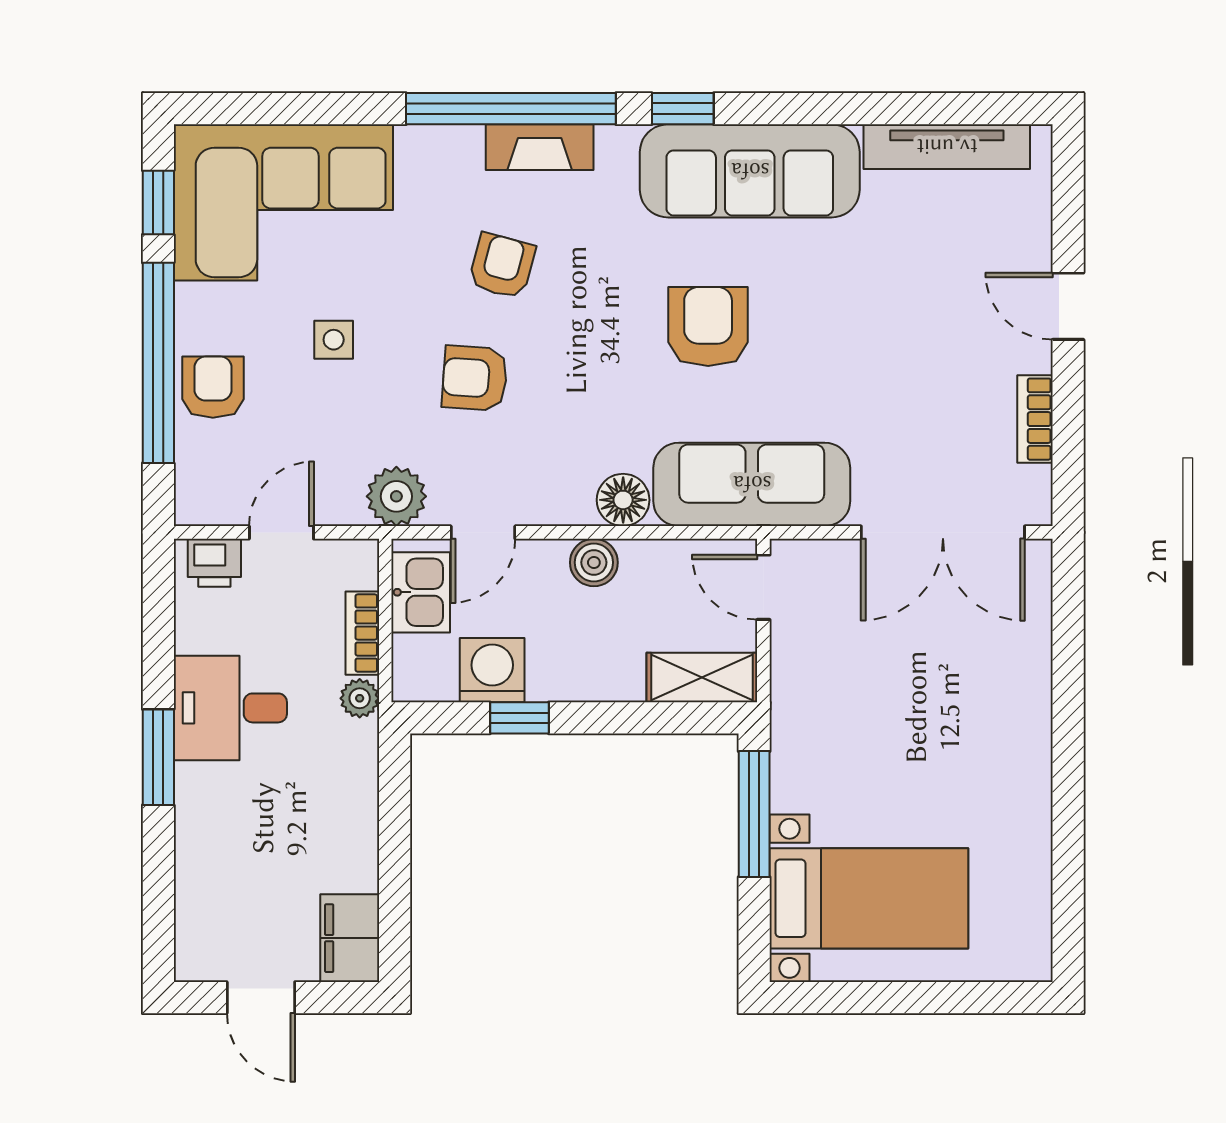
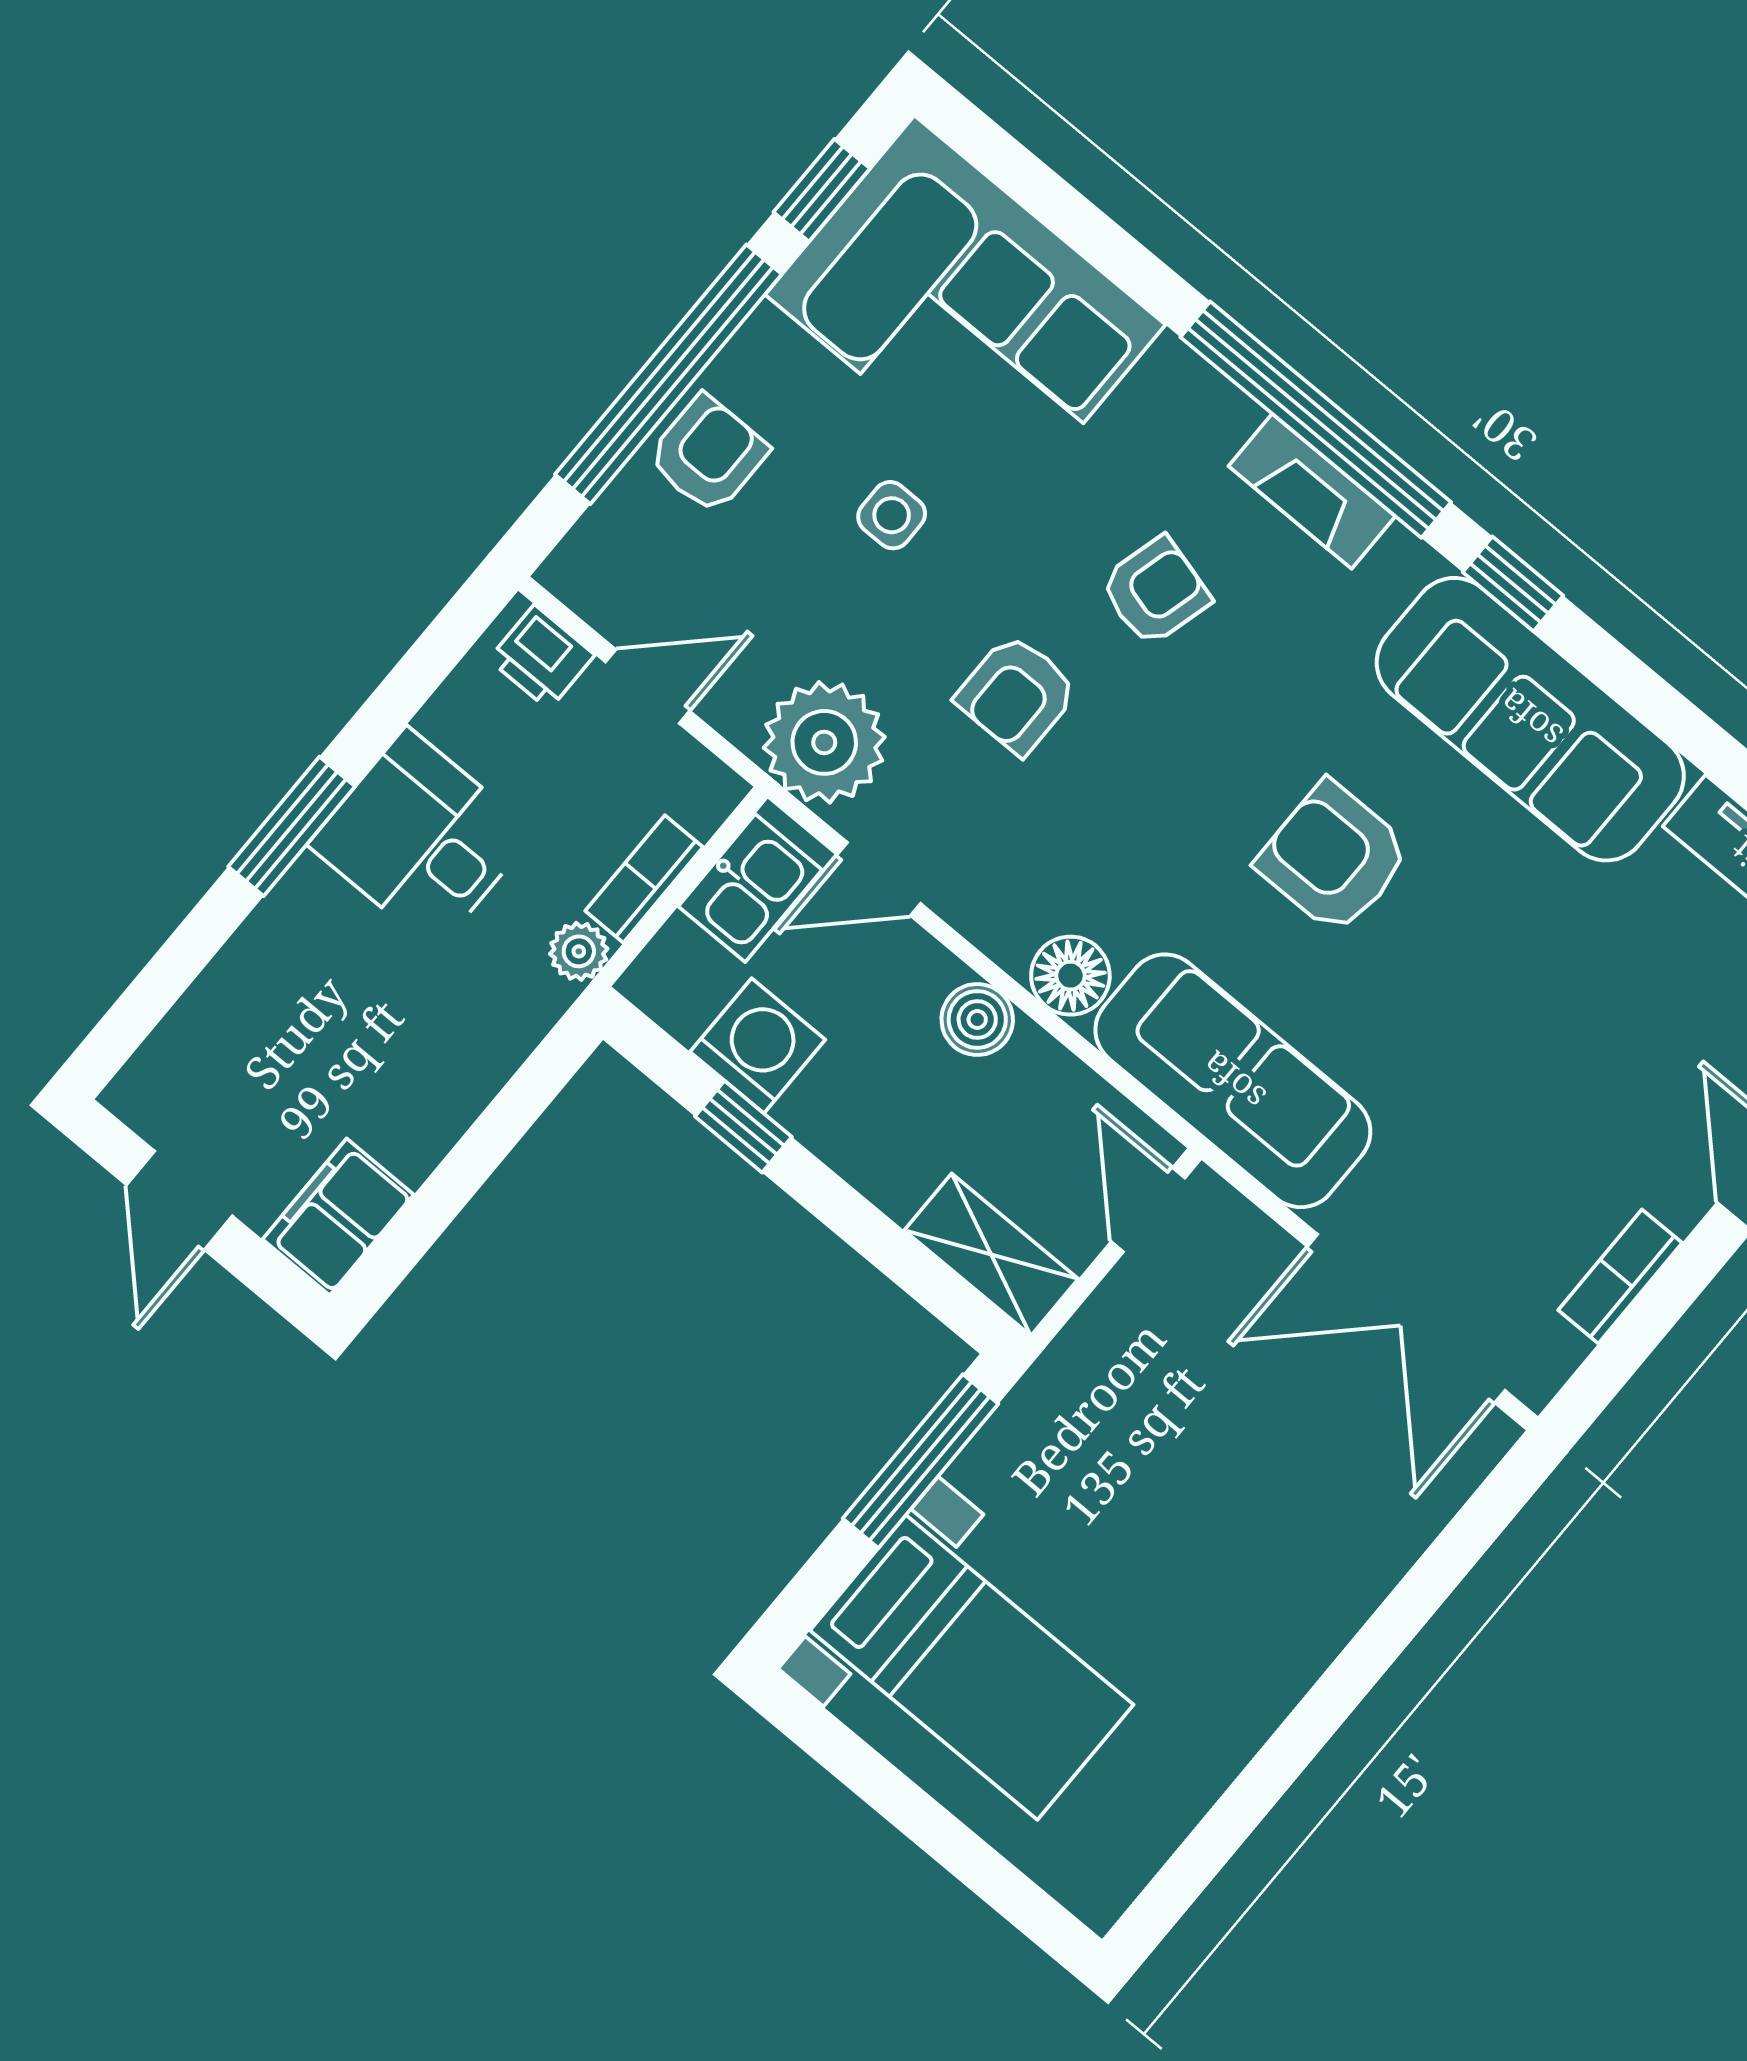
armchair: (708, 326) -> (1334, 858), turned -90
armchair: (475, 378) -> (1017, 694), turned -94
plant: (396, 496) -> (824, 742), width x1.36, depth x1.36

